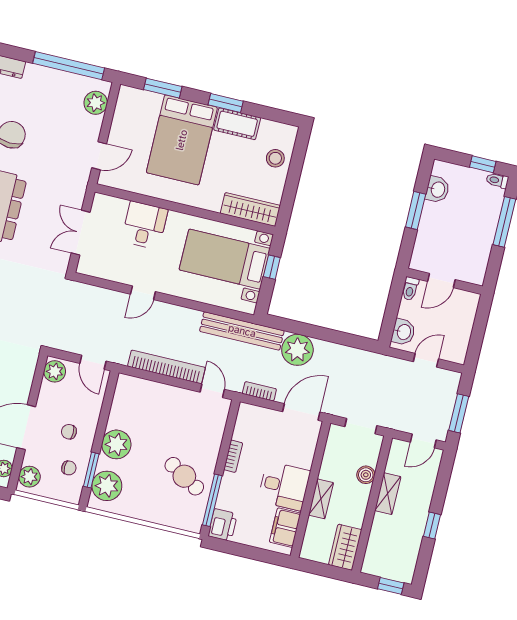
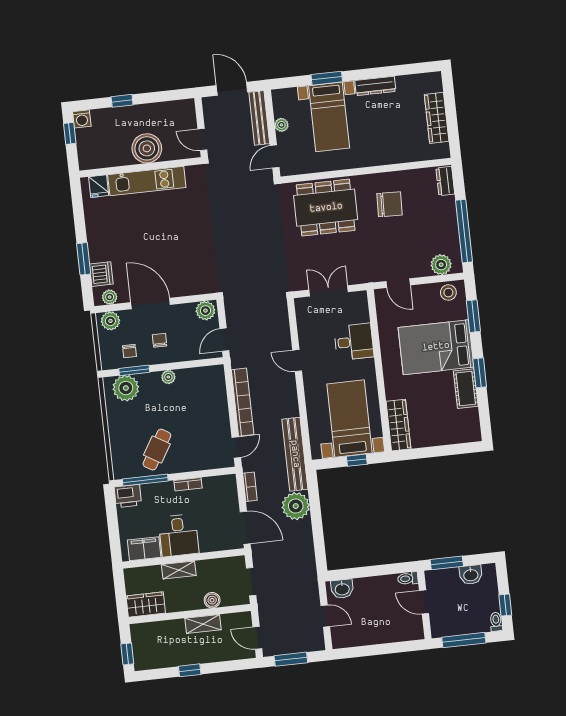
stool: (275, 158) -> (448, 293), moved
door: (441, 280) -> (424, 602), moved
wall: (444, 281) -> (424, 605), moved
toilet: (410, 289) -> (408, 578), moved
plant: (116, 444) -> (168, 377), width x0.53, depth x0.53

